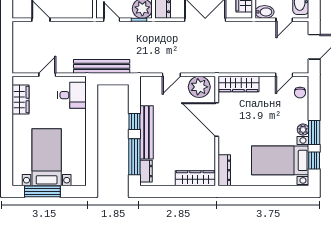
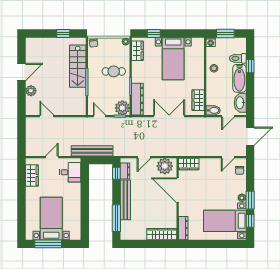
wardrobe: (238, 84) -> (189, 164), width x0.67
window: (134, 122) -> (116, 173), moved
dresser: (146, 171) -> (125, 171), moved

